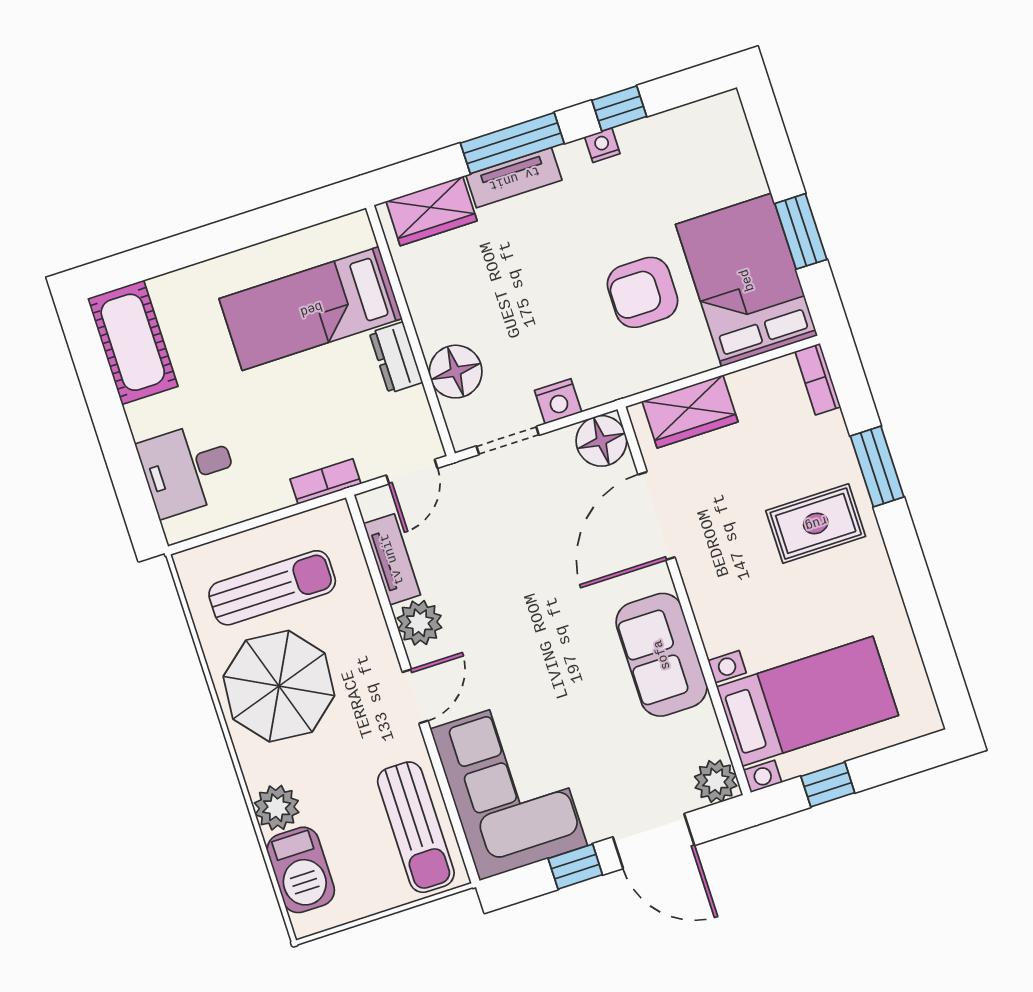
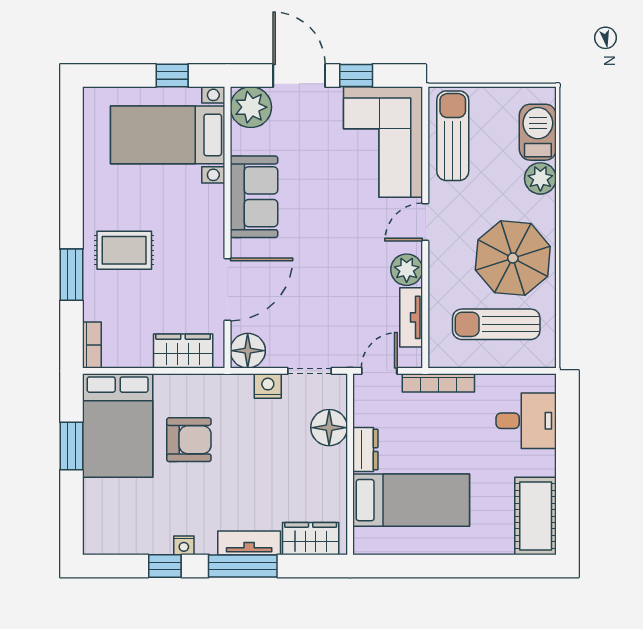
bookcase: (325, 482) -> (438, 383), width x1.56
plant: (716, 781) -> (251, 107), width x1.36, depth x1.36

